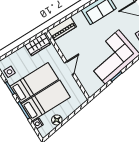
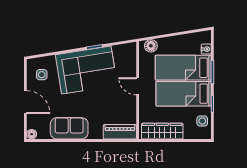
wardrobe: (38, 45) -> (162, 131), width x1.50
door: (69, 68) -> (138, 86), hinge flipped
floor lamp: (57, 120) -> (151, 46), moved

